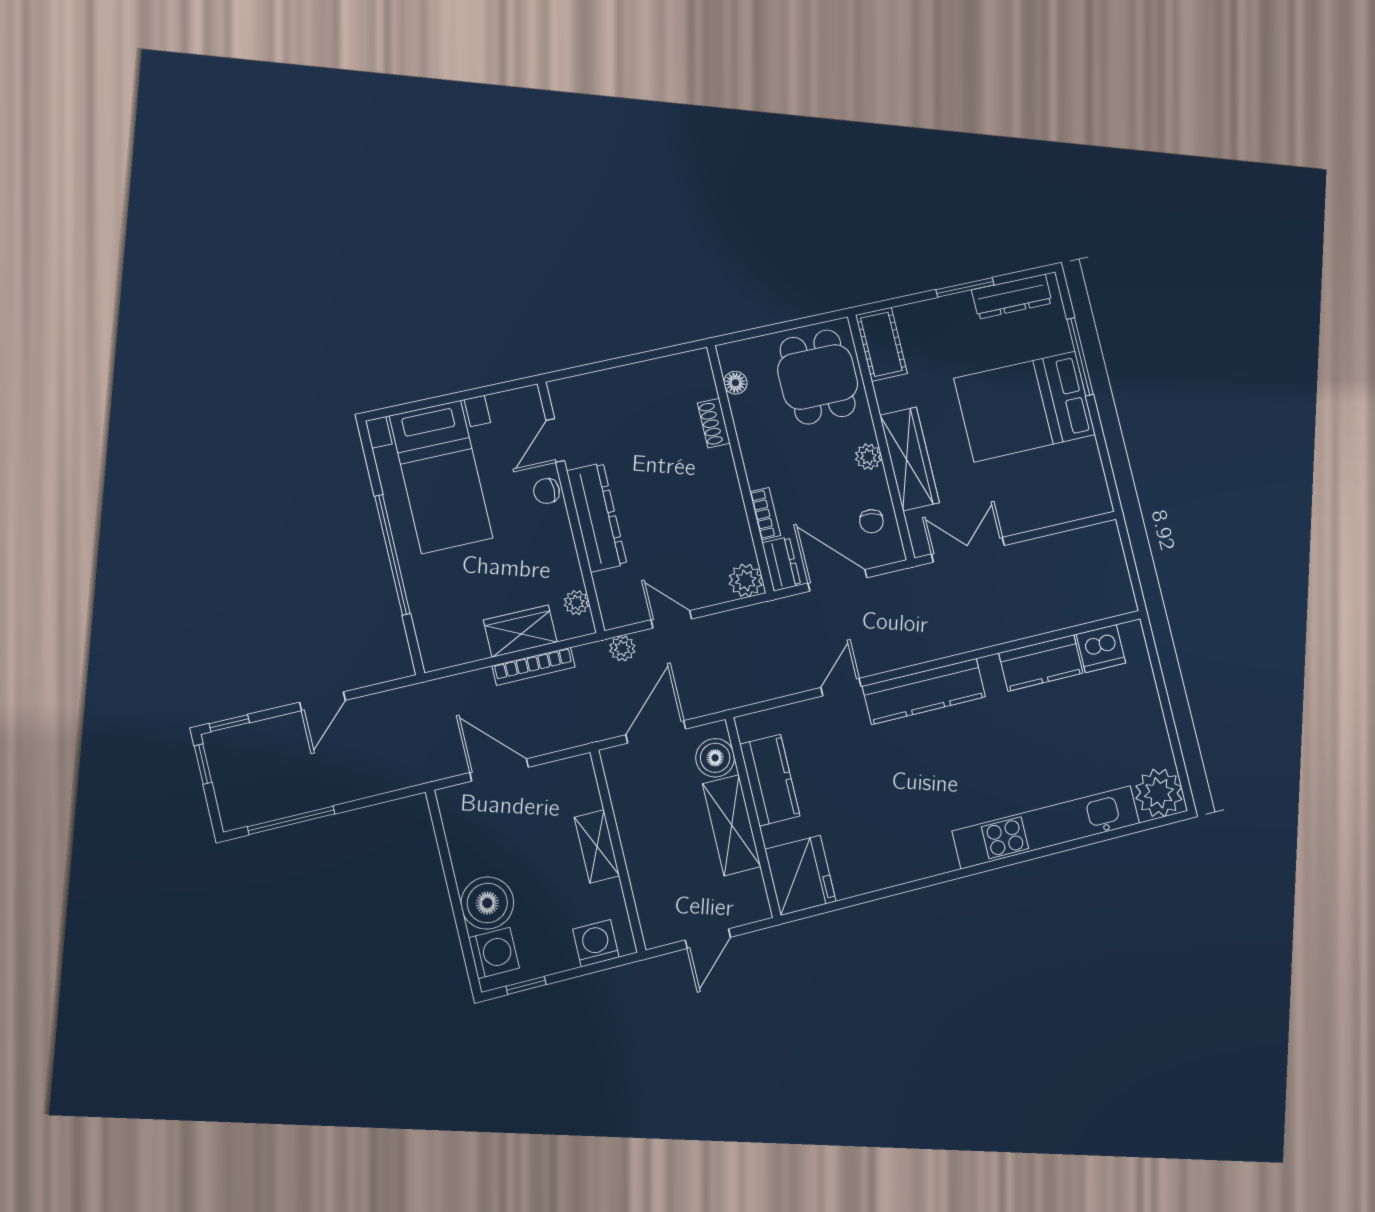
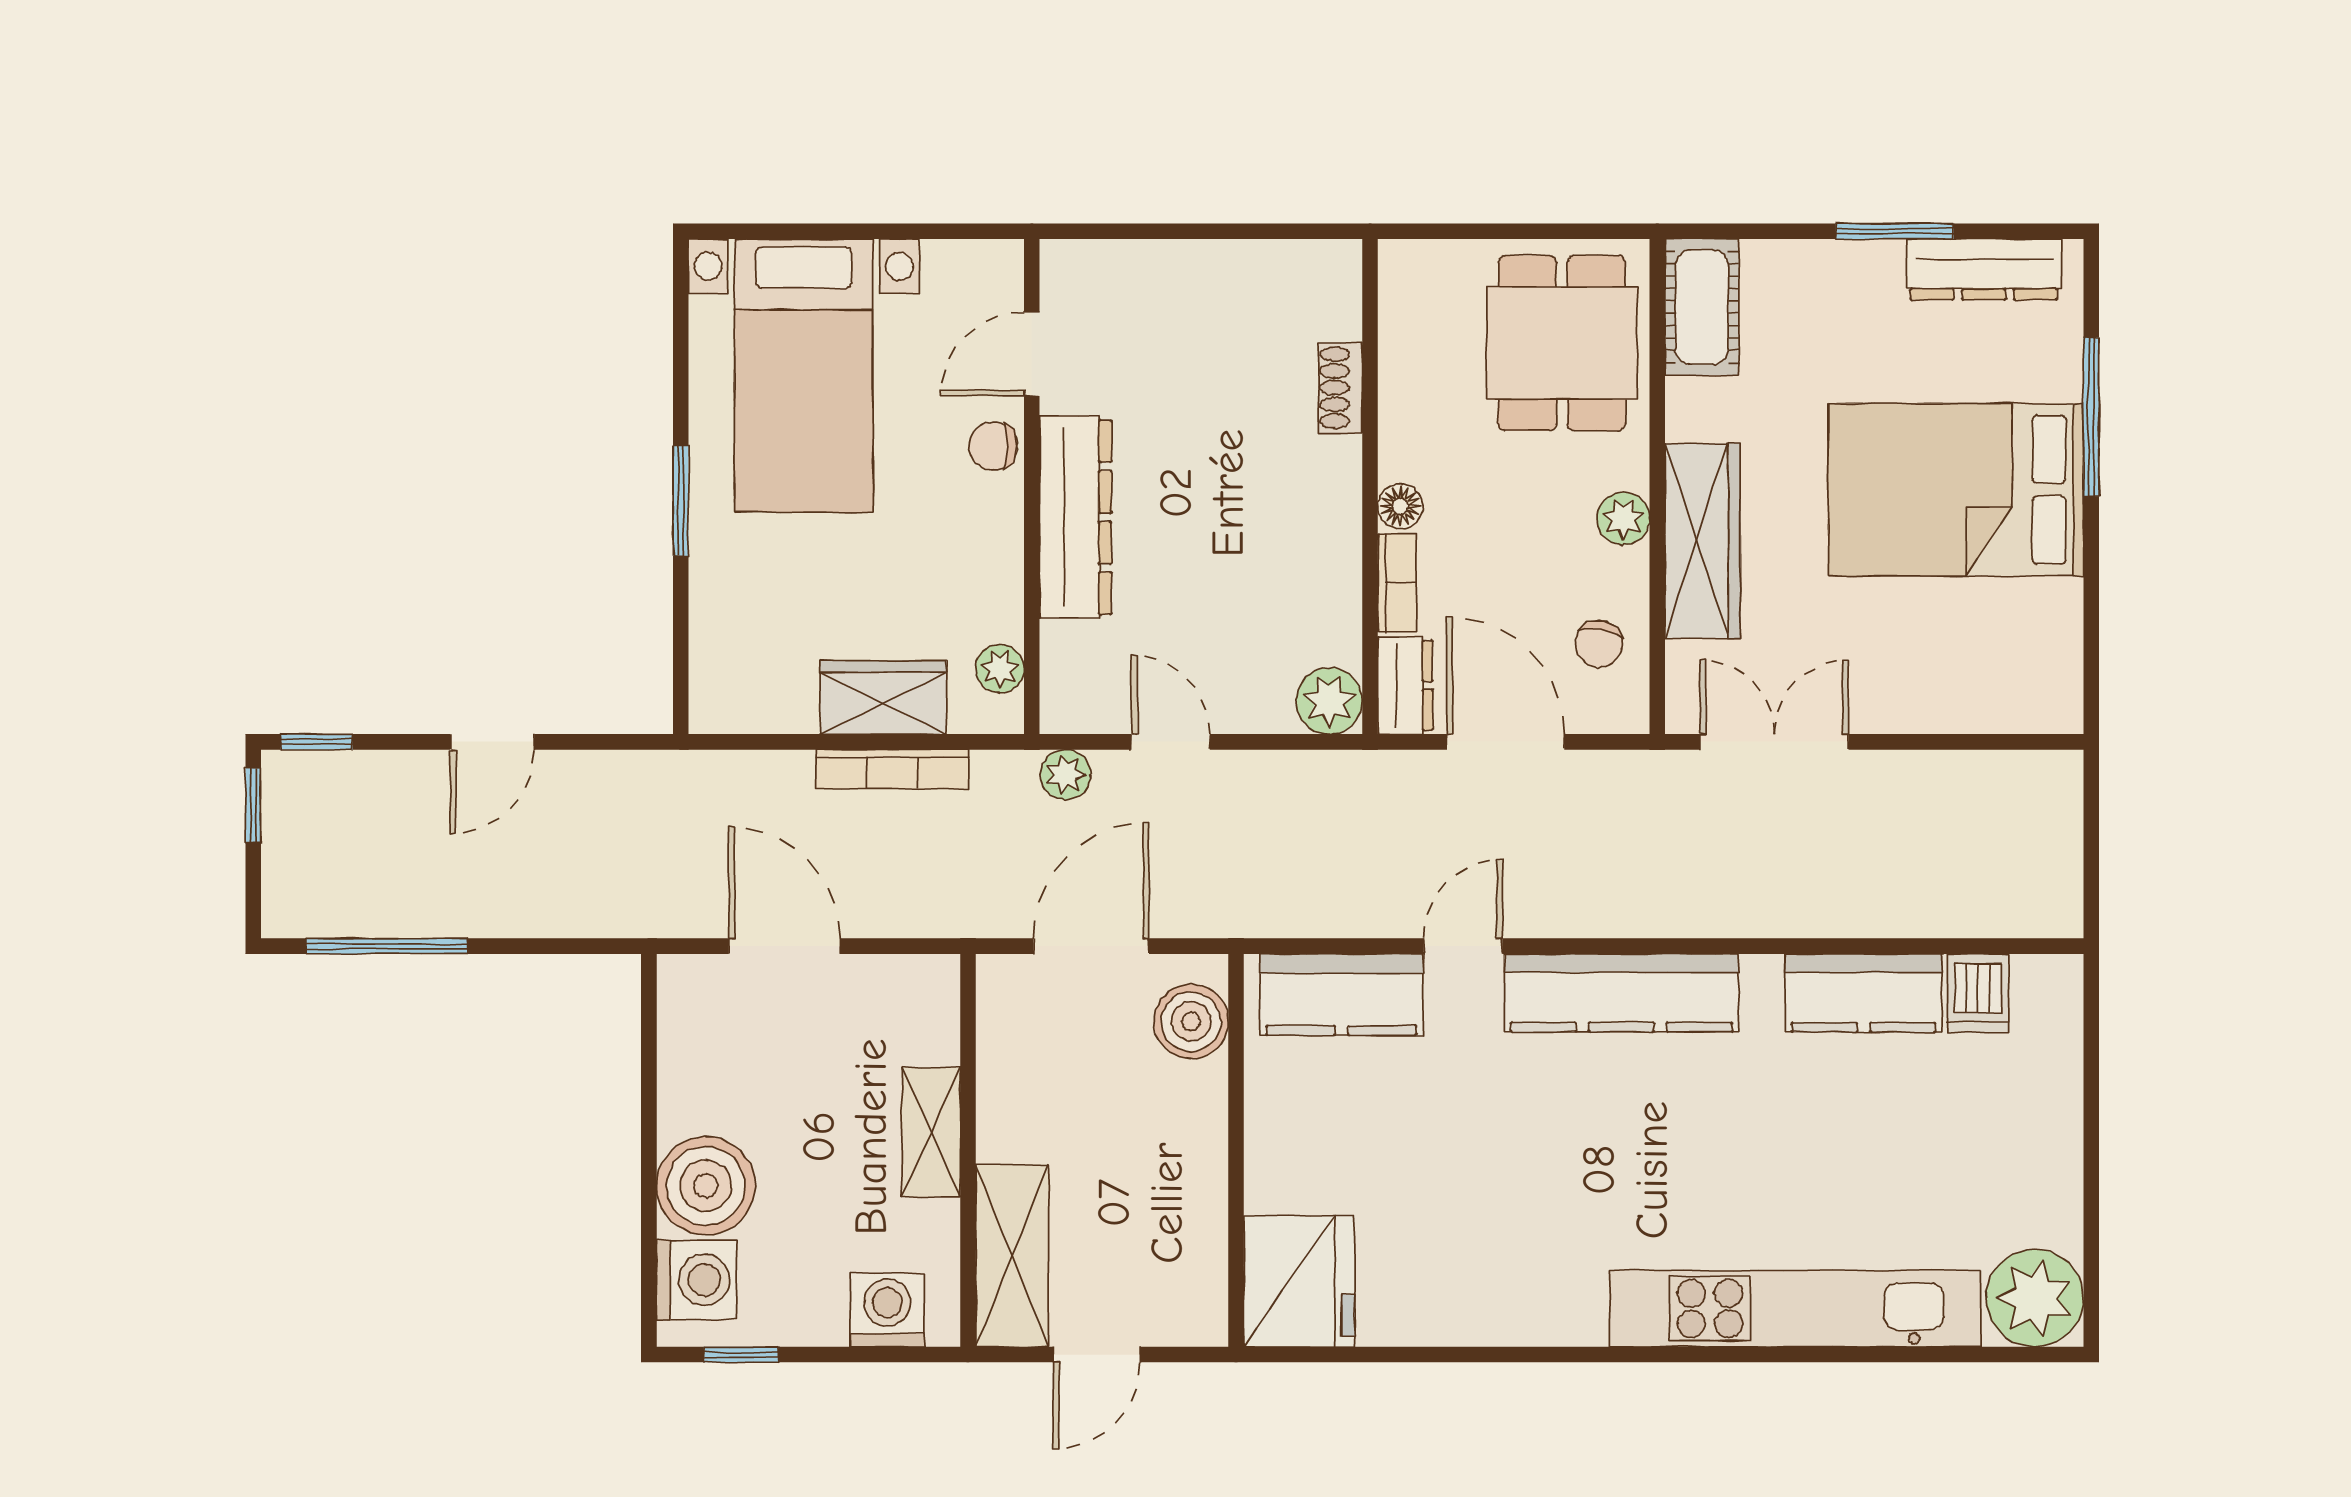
floor lamp: (735, 383) -> (1400, 506), moved
window: (392, 555) -> (681, 501), width x0.47
dishwasher: (1101, 649) -> (1978, 993), width x0.73
kitchen counter: (770, 780) -> (1342, 995), moved, turned 90
shelving: (732, 825) -> (1012, 1256), moved

